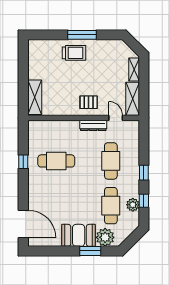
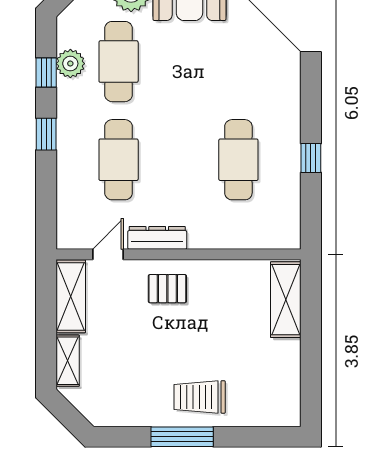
door: (116, 118) -> (108, 254), swing flipped
cafe table: (56, 161) -> (238, 160), turned 90

